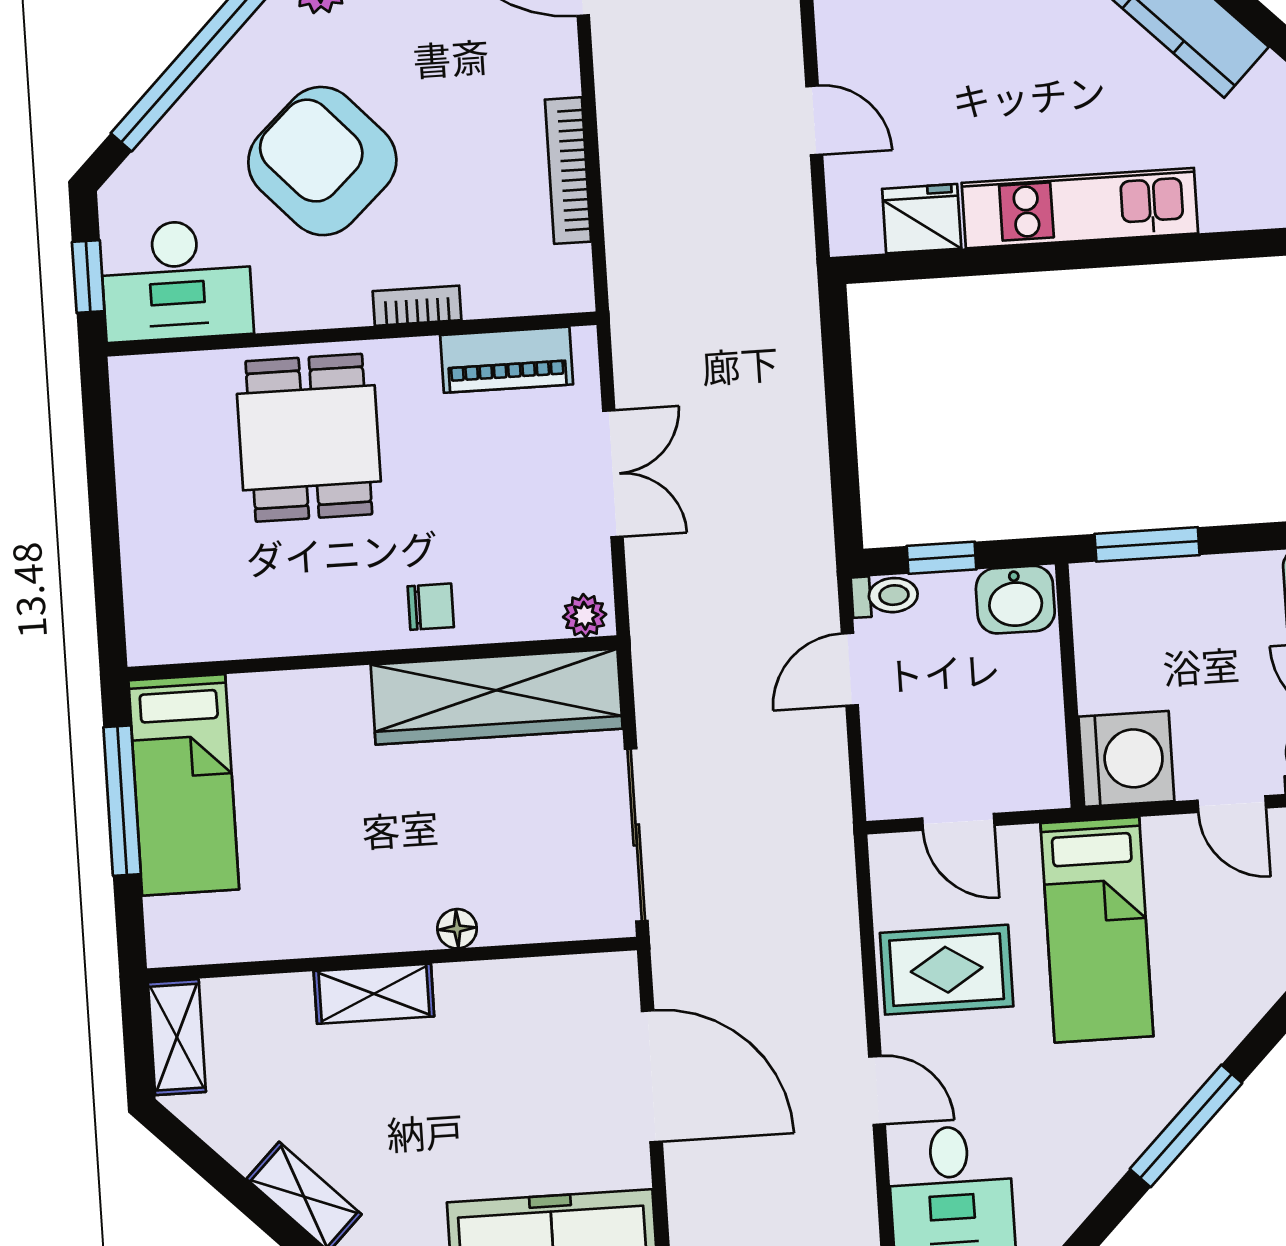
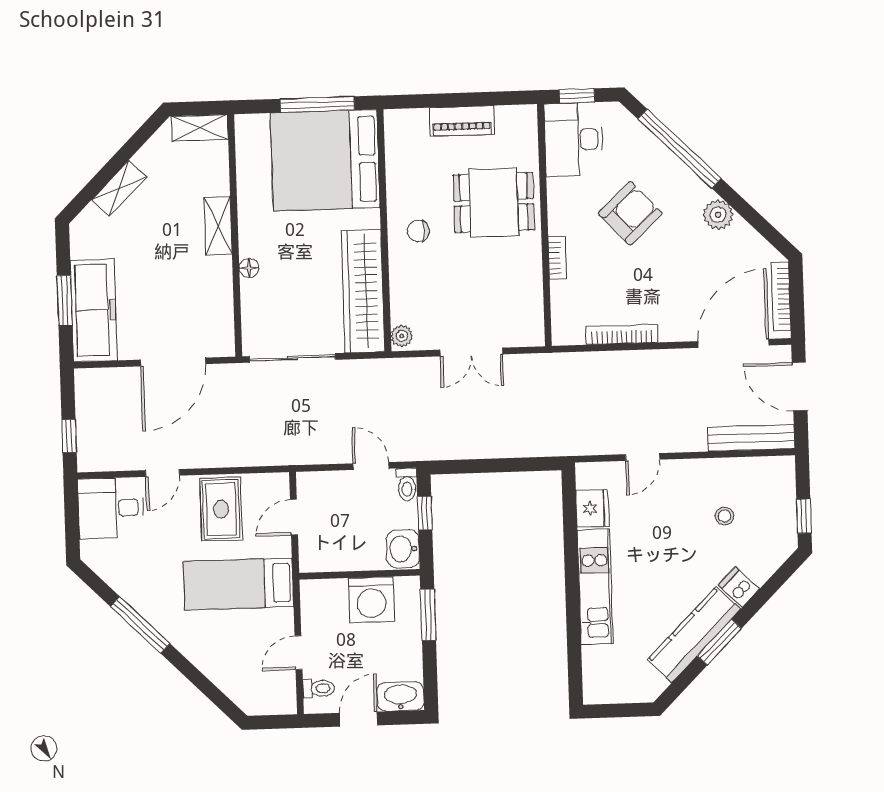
armchair: (322, 161) -> (630, 213), width x0.73, depth x0.73
piano: (507, 360) -> (462, 121), moved, turned -90
chair: (431, 607) -> (418, 231), moved, turned 90
washing machine: (1126, 759) -> (371, 600), moved
bed: (184, 785) -> (325, 160), width x2.04

